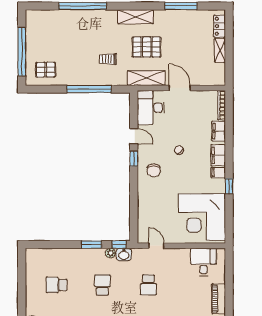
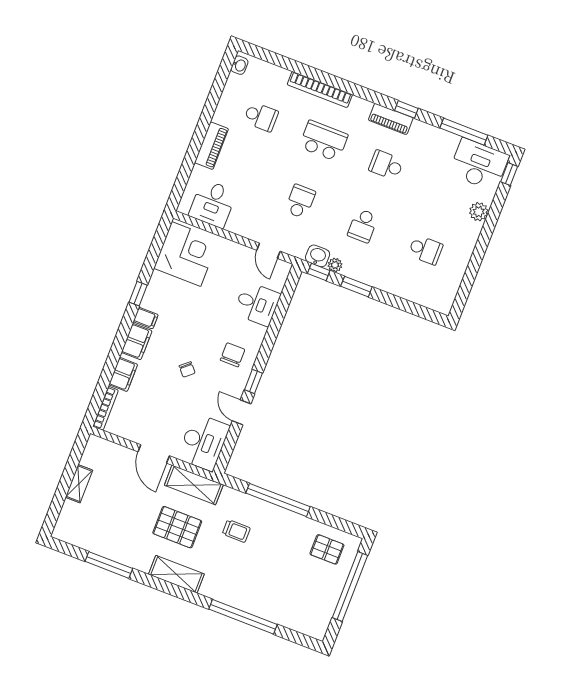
locker: (220, 26) -> (67, 517), removed
desk: (151, 209) -> (257, 304), added
corner desk: (202, 217) -> (186, 254), width x0.74, depth x0.74

